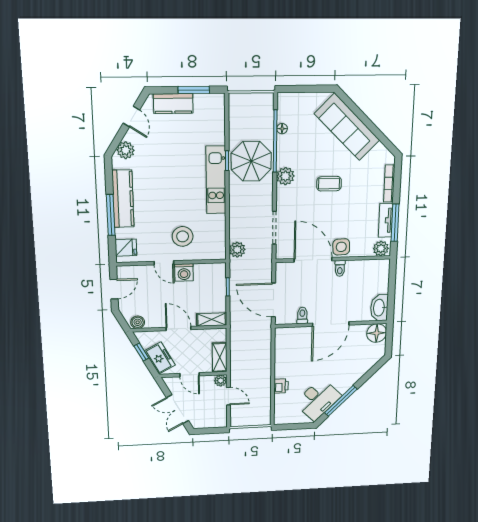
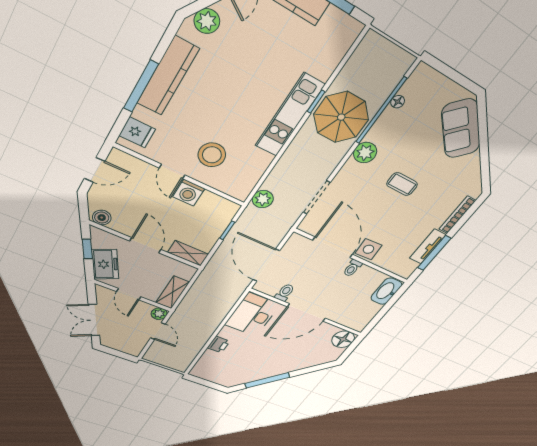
sofa: (347, 127) -> (461, 129), width x0.73
plant: (381, 248) -> (404, 269), removed
washbasin: (379, 308) -> (386, 291), moved
desk: (318, 400) -> (252, 315), moved, turned 135

